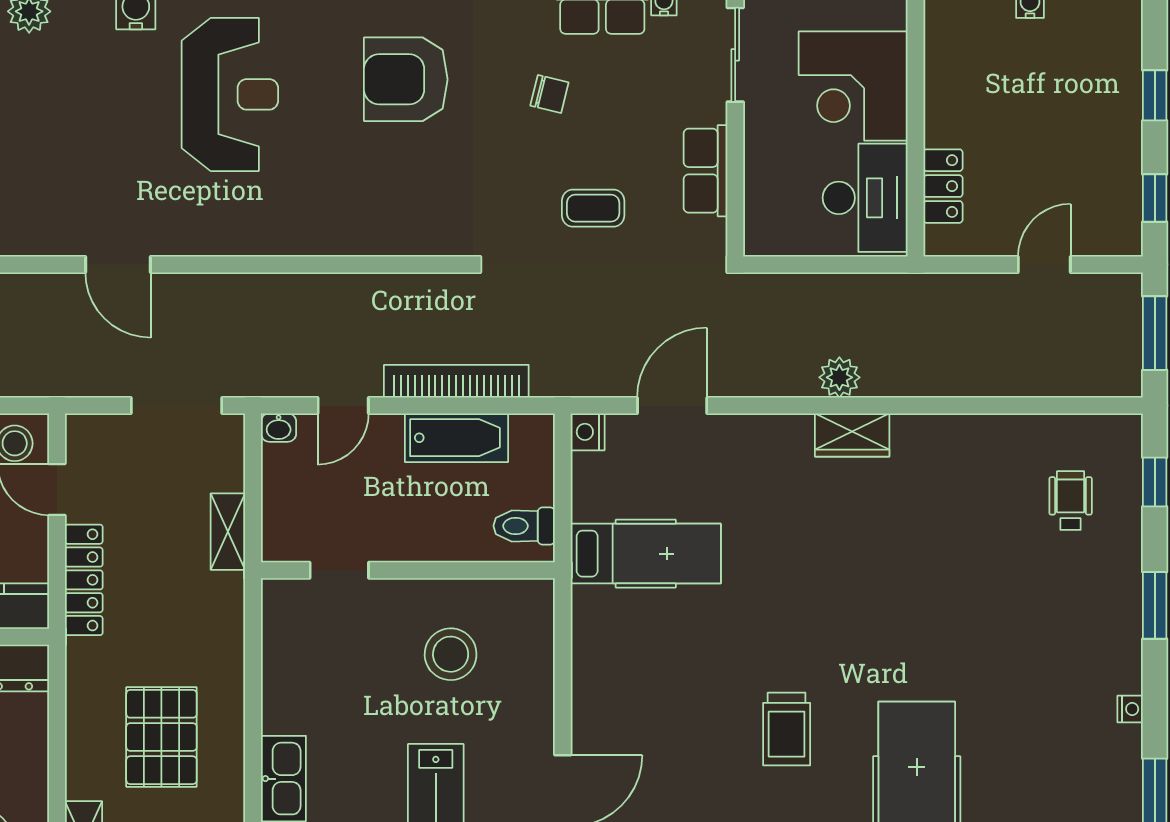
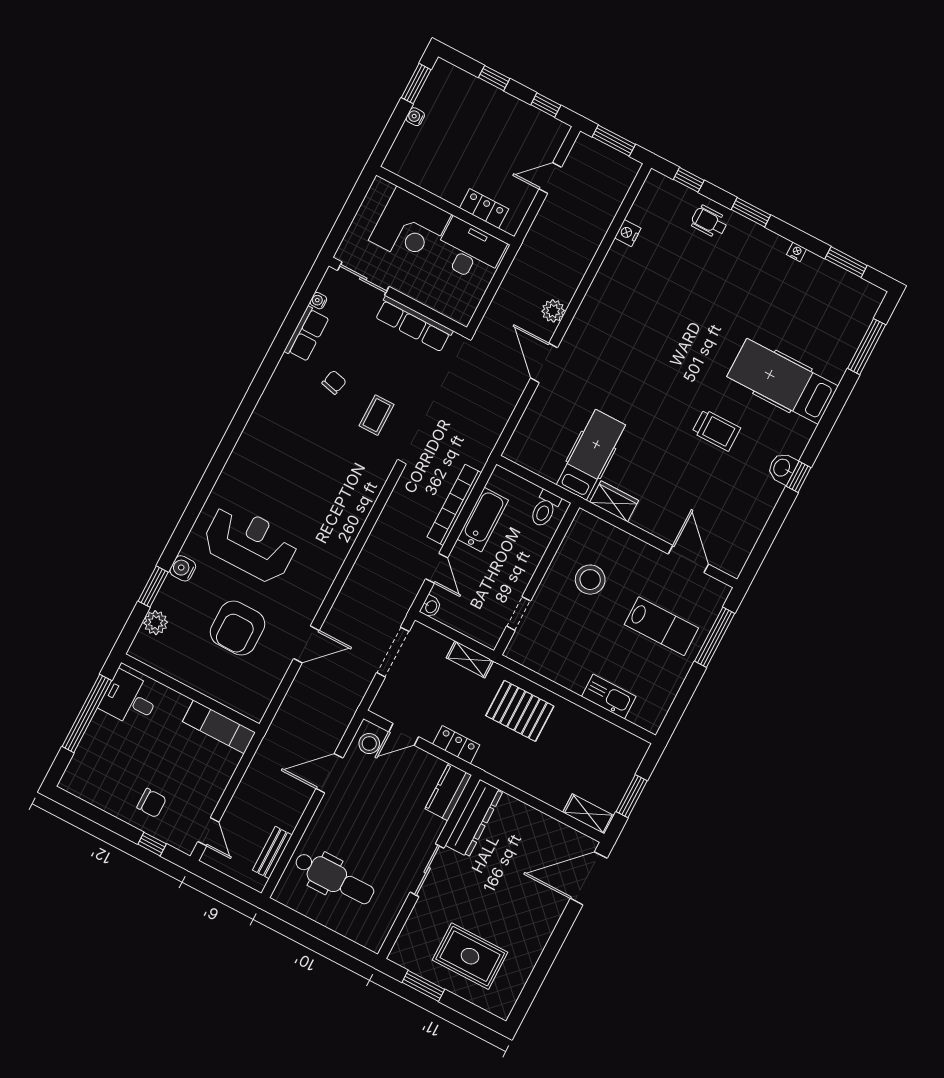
armchair: (406, 79) -> (237, 628), moved
row of seats: (706, 171) -> (414, 324), width x1.48
coffee table: (593, 208) -> (377, 415), moved
door: (1044, 264) -> (550, 178), hinge flipped
door: (672, 406) -> (544, 363), moved
nightstand: (588, 432) -> (628, 233), moved, turned 90
wardrobe: (852, 435) -> (614, 501), moved, turned -90
wheelchair: (1071, 501) -> (709, 222), moved
locker: (84, 580) -> (456, 745), width x0.66
pallet: (161, 737) -> (520, 711), moved

